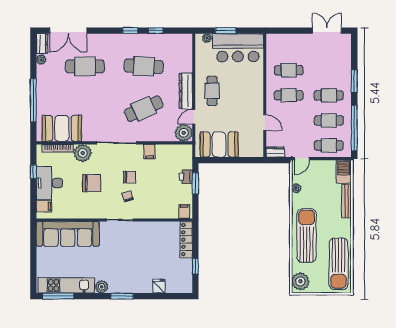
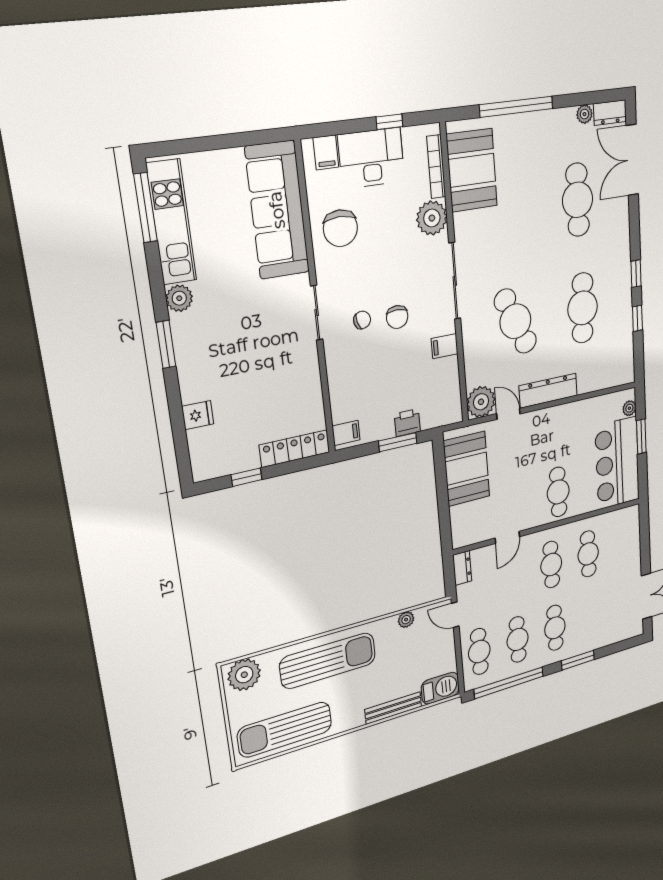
cafe table: (212, 91) -> (558, 492), moved, turned 90
chair: (92, 183) -> (340, 228), moved

